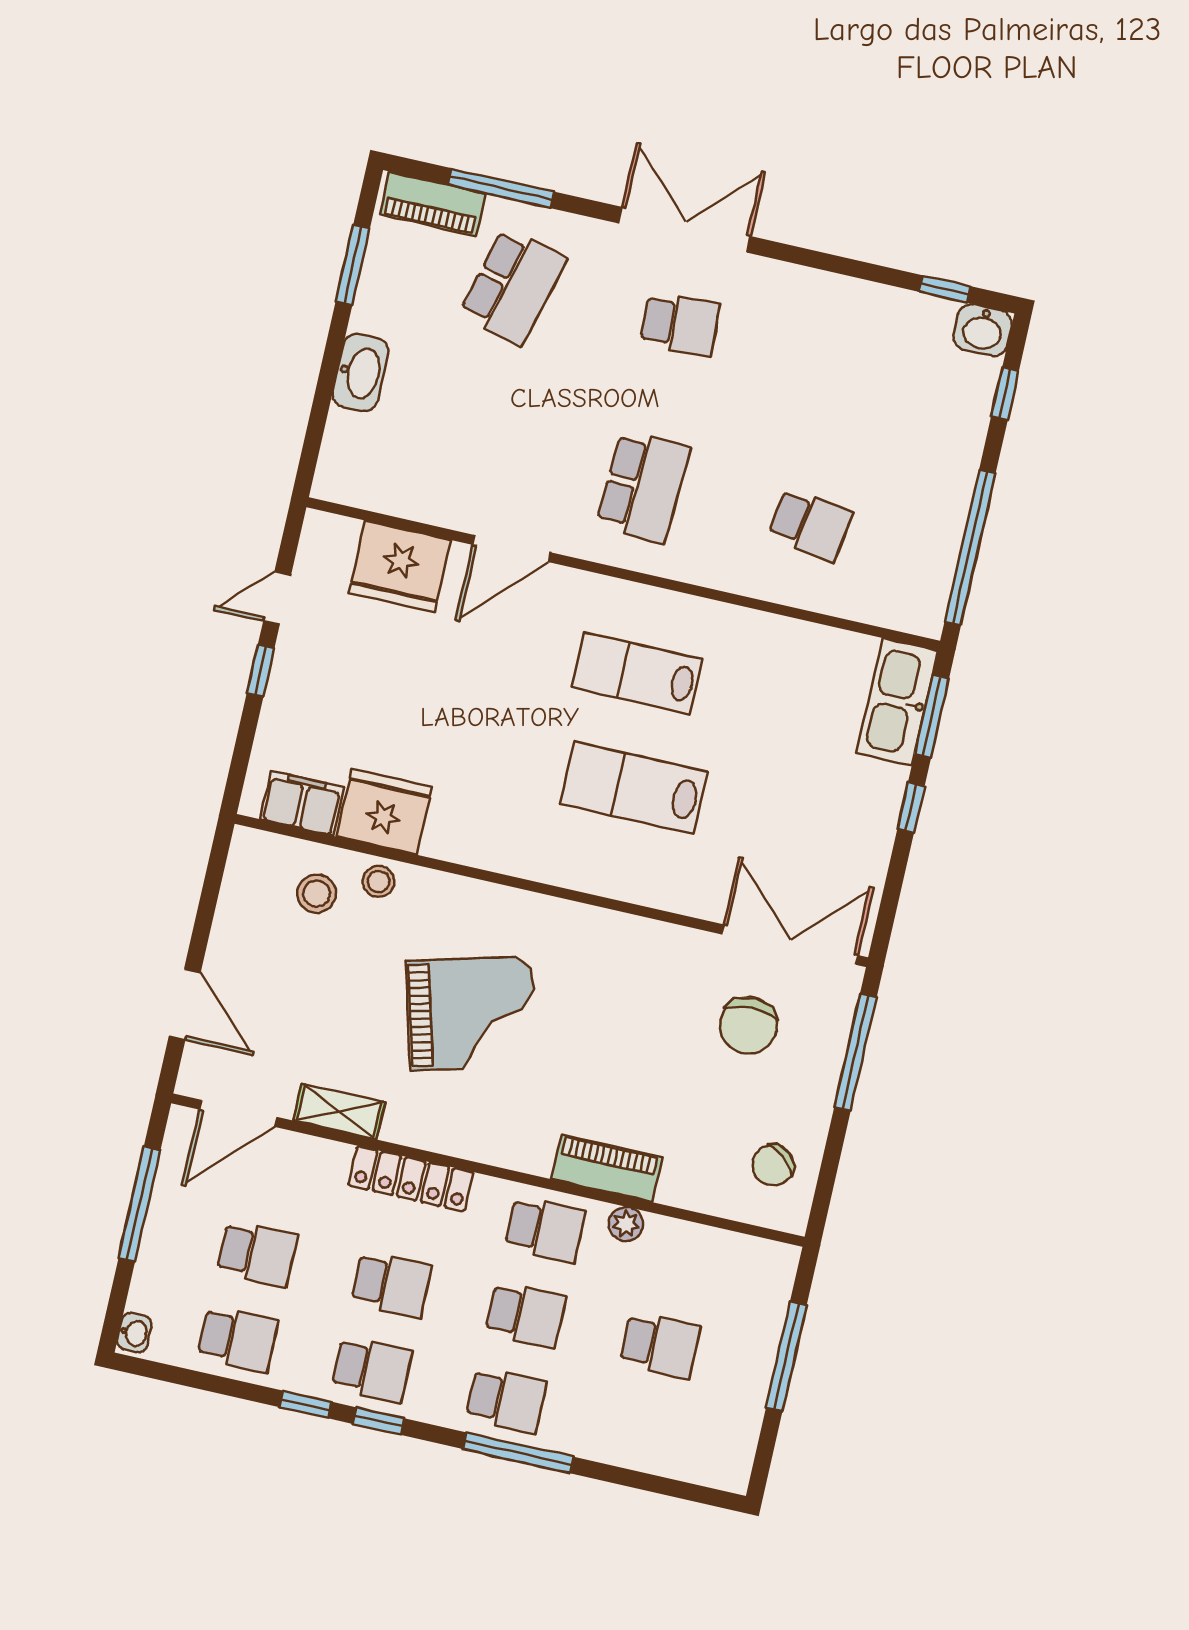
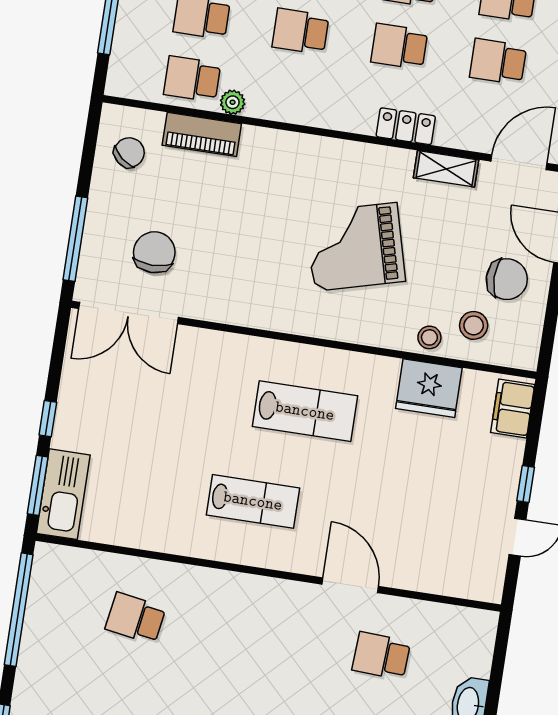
school desk: (643, 486) -> (381, 656), moved, width x0.54
door: (512, 549) -> (350, 585), hinge flipped
fridge: (400, 566) -> (430, 567), removed
lab bench: (634, 788) -> (305, 411), moved
filing cabinet: (302, 803) -> (513, 409), moved, turned 90
chair: (266, 954) -> (507, 279), added
piano: (607, 1168) -> (202, 134), moved
locker: (411, 1179) -> (406, 126), width x0.66
school desk: (545, 1230) -> (192, 79), moved

